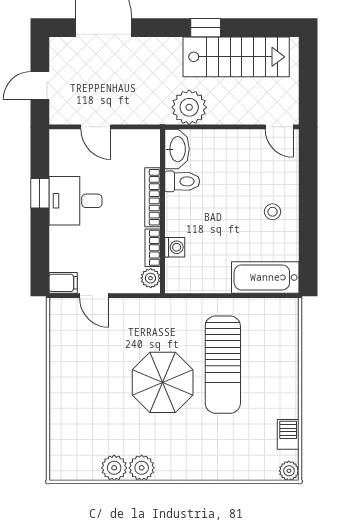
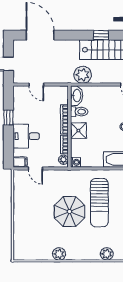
window: (206, 28) -> (101, 35), moved
desk: (75, 201) -> (26, 136), moved
shower: (181, 220) -> (78, 131), added
washing machine: (175, 247) -> (75, 162), moved
plant: (114, 468) -> (107, 254), moved

